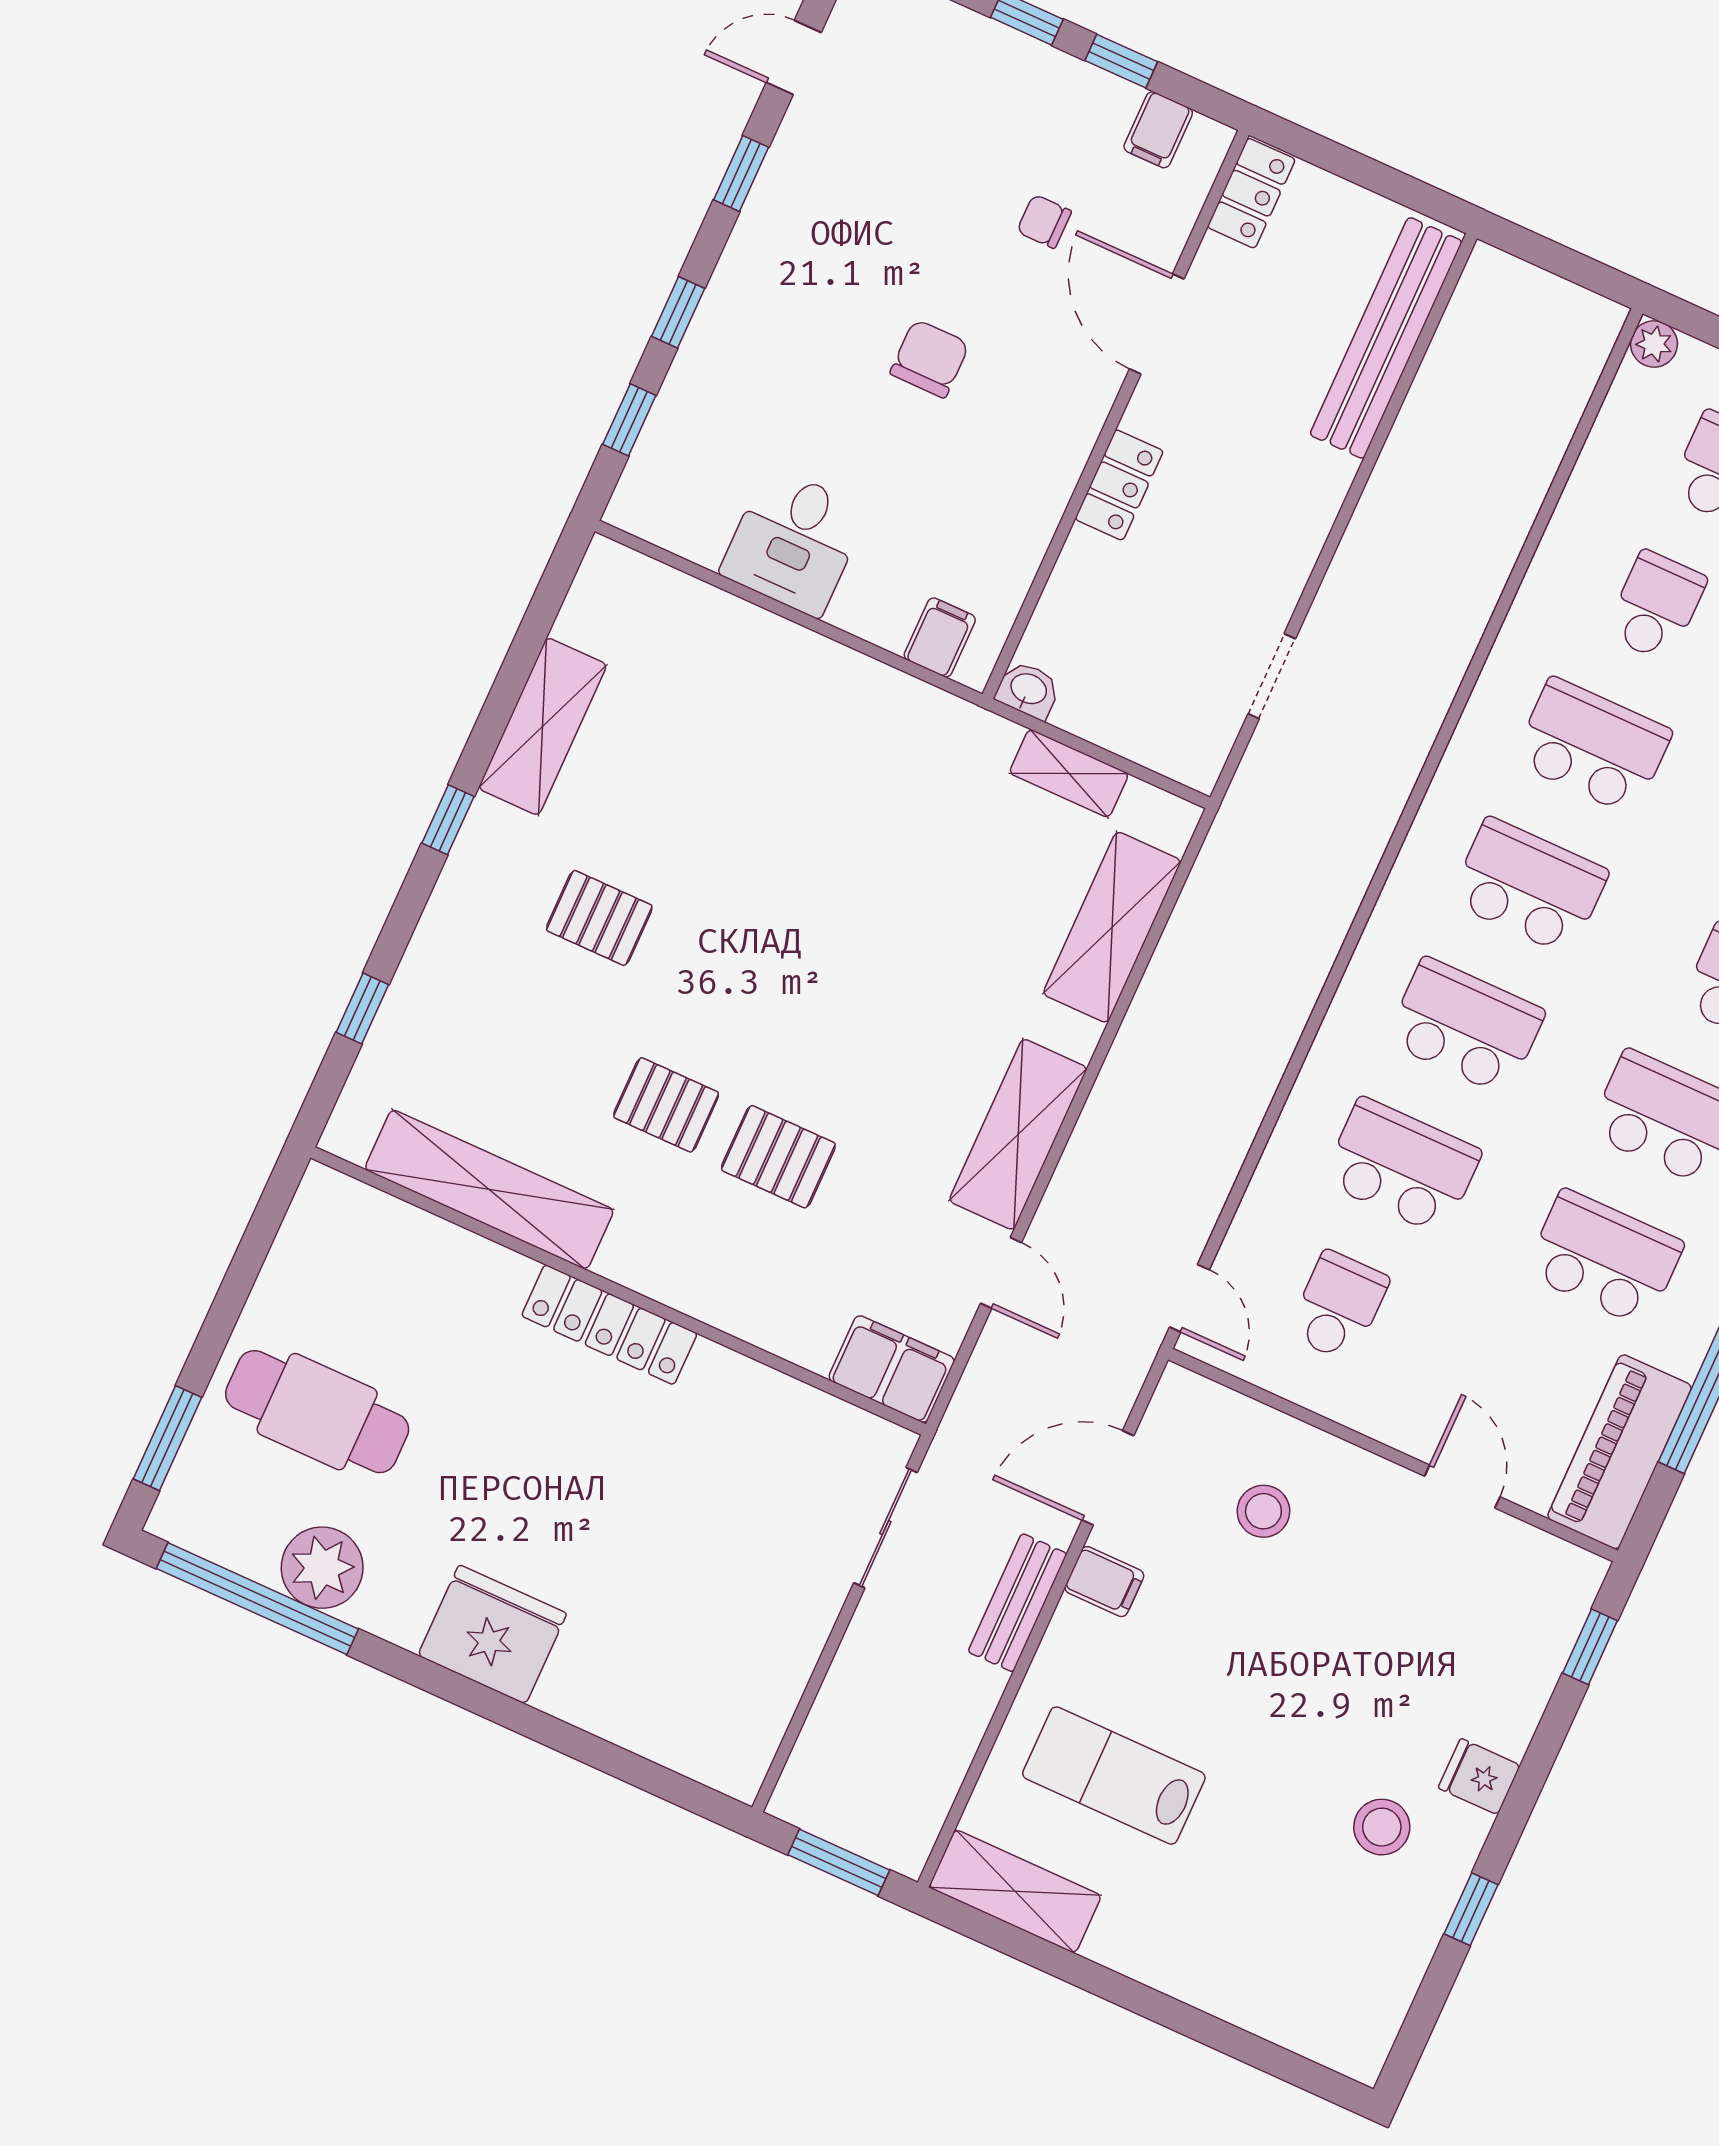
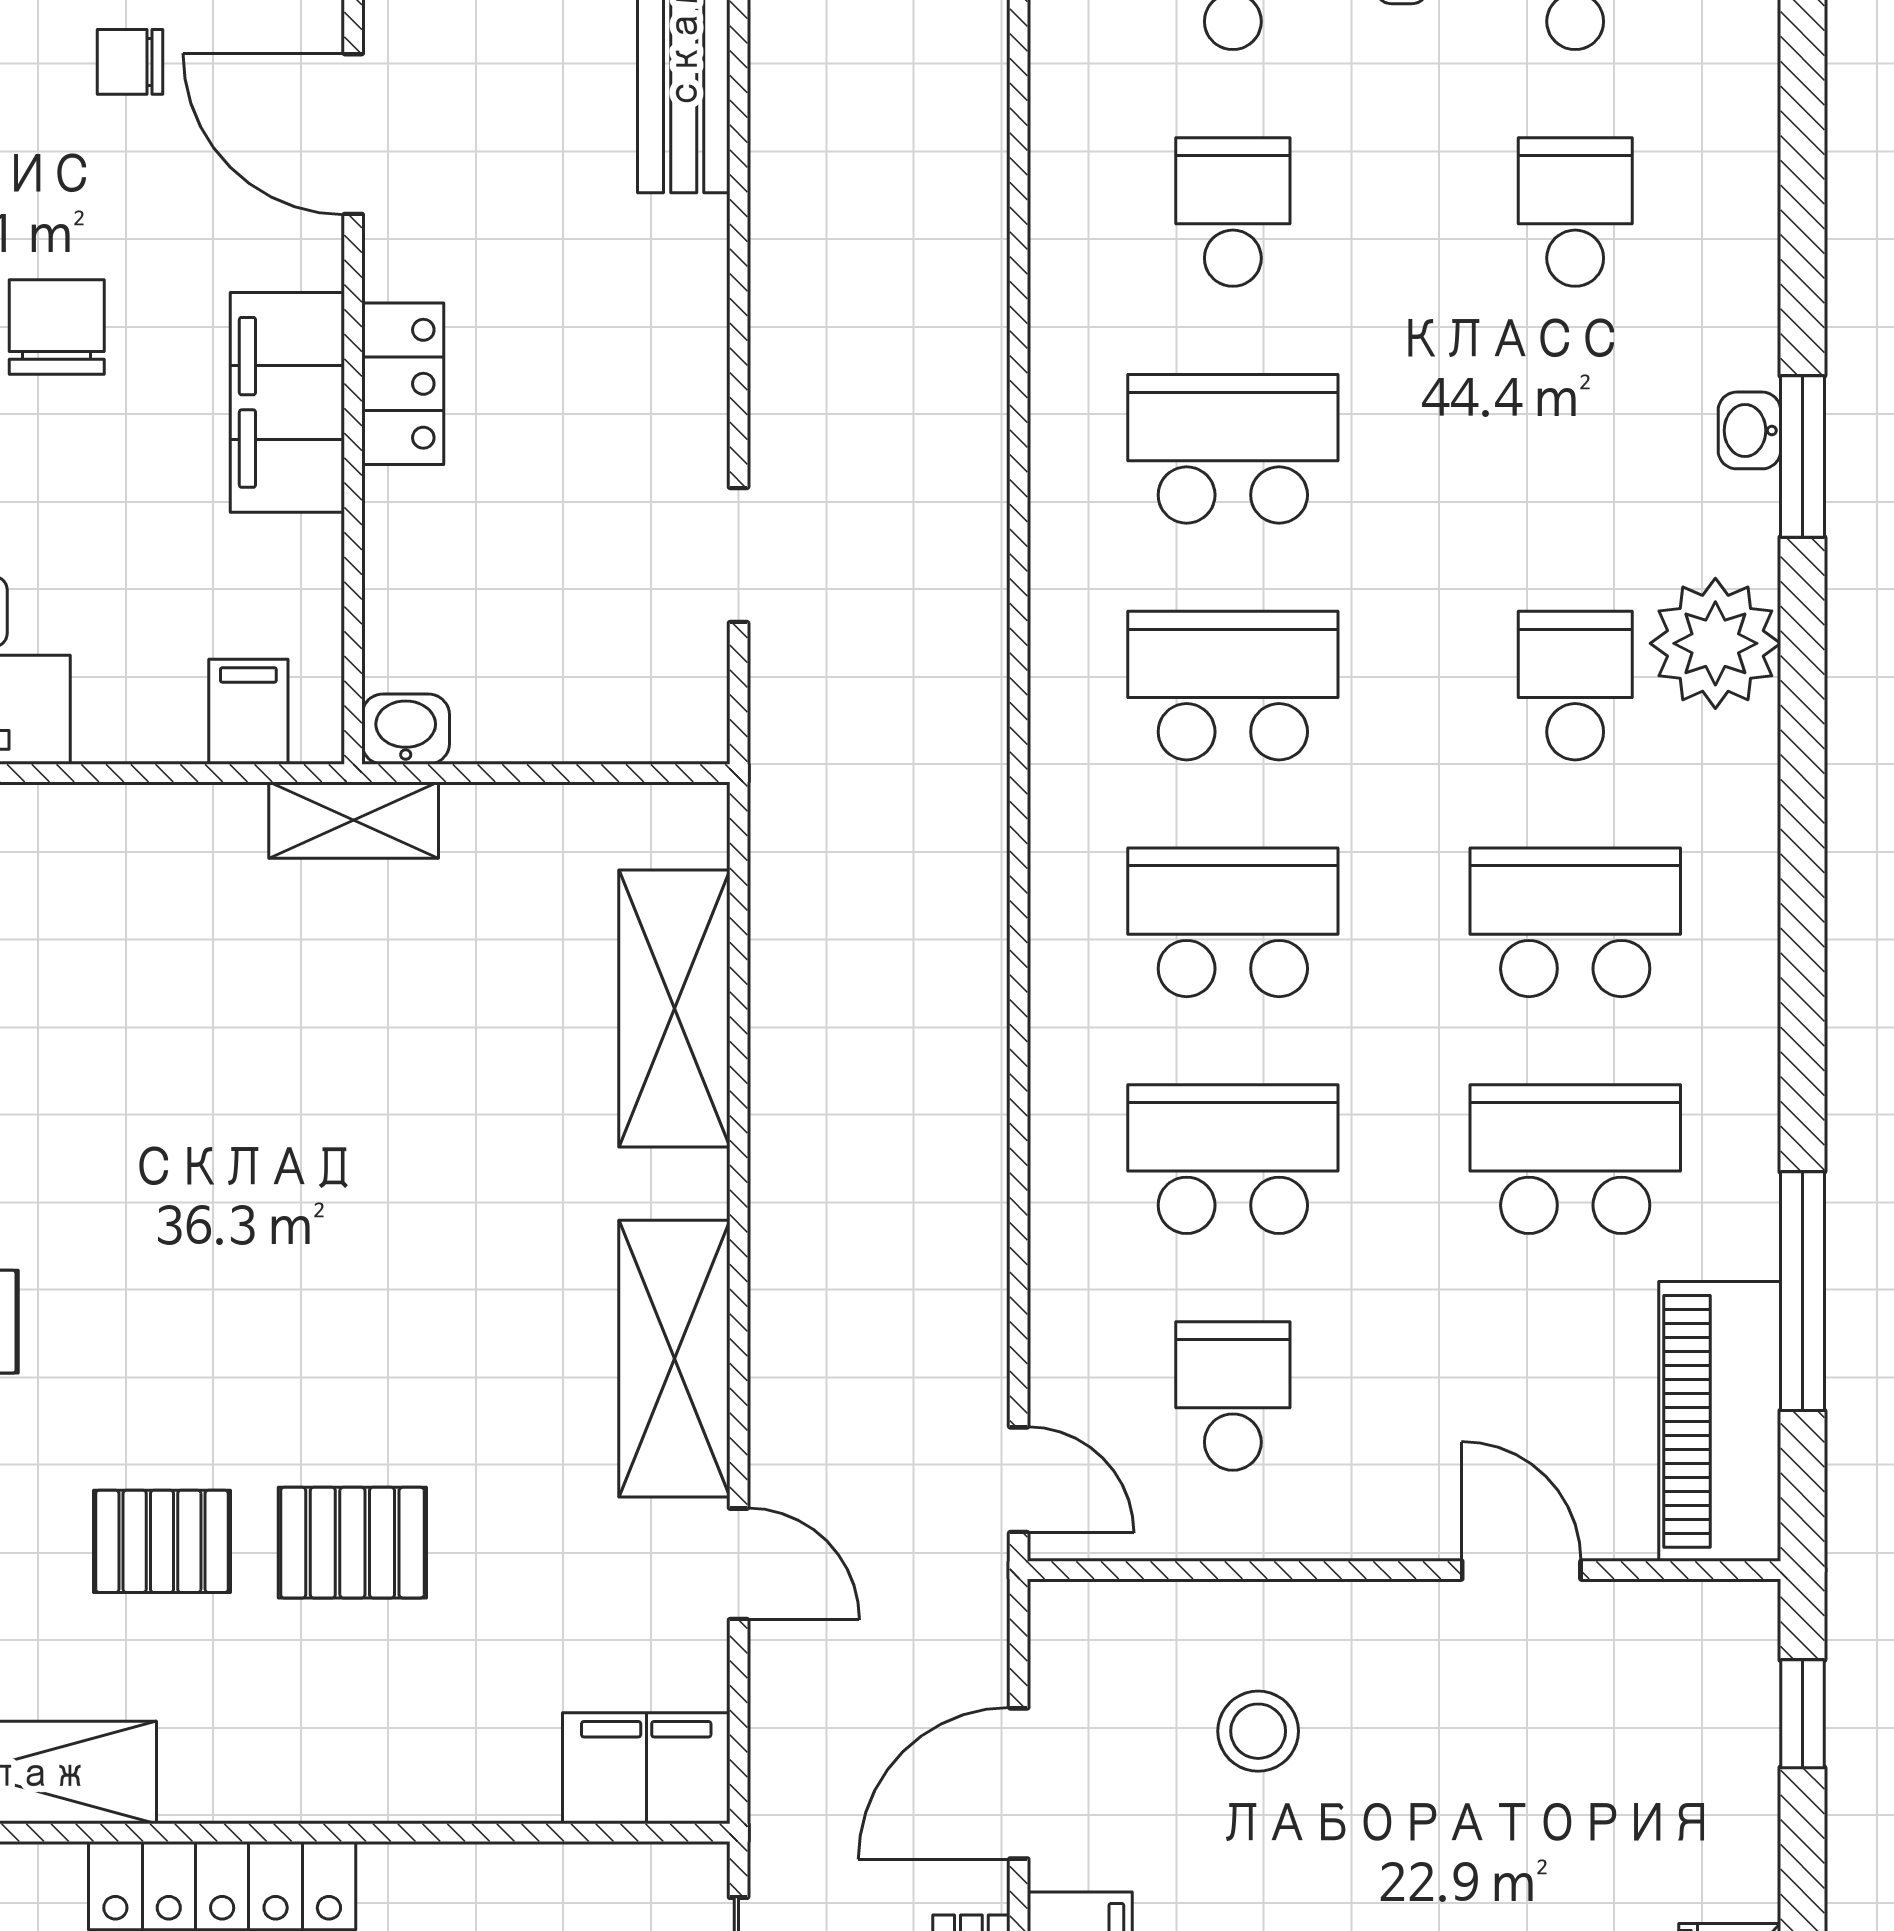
filing cabinet: (1046, 465) -> (287, 402), added
shelving: (1069, 773) -> (354, 820), moved

